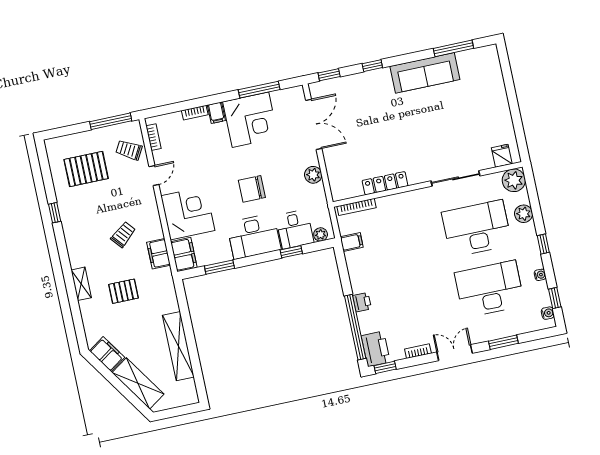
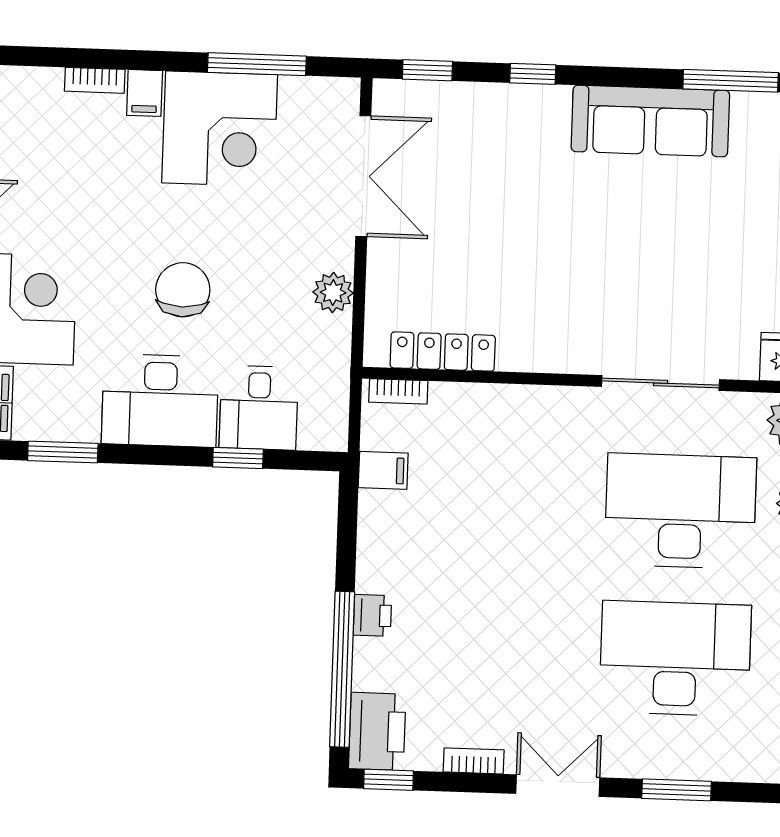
locker: (385, 183) -> (443, 352), moved
chair: (252, 189) -> (183, 290), turned 90
bookcase: (357, 207) -> (398, 391), width x0.64
plant: (321, 234) -> (316, 435), removed

